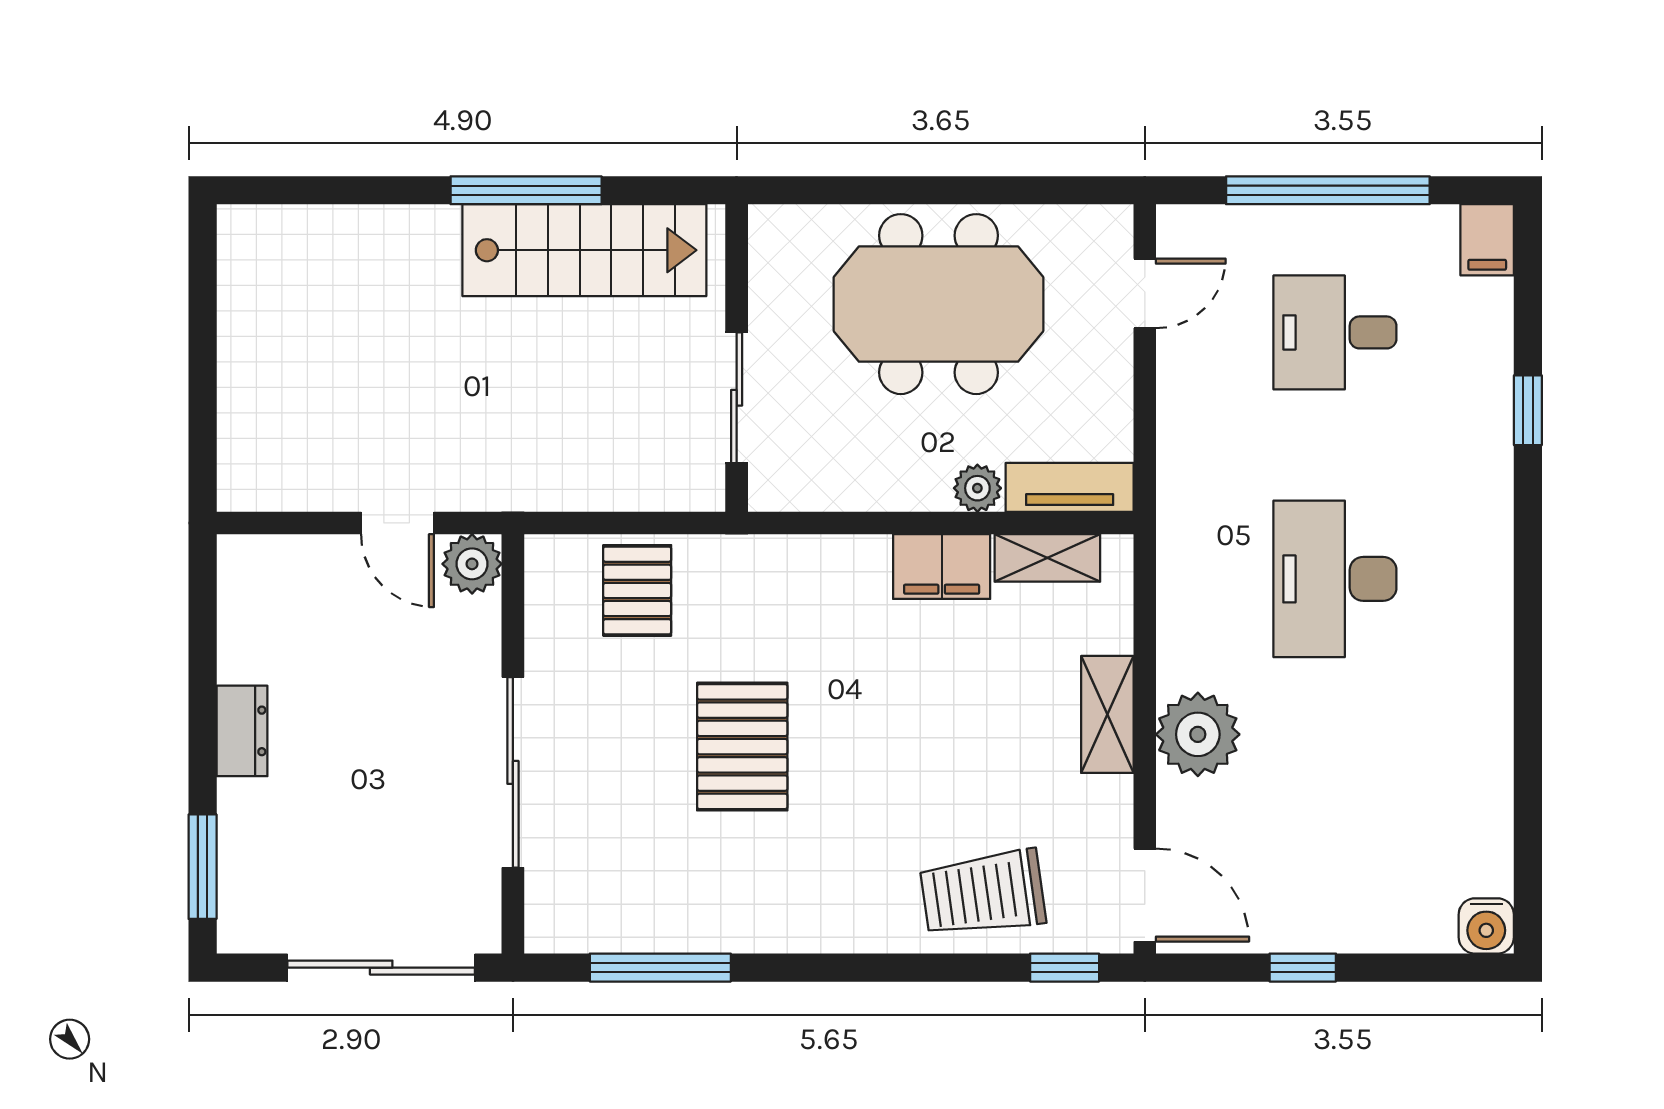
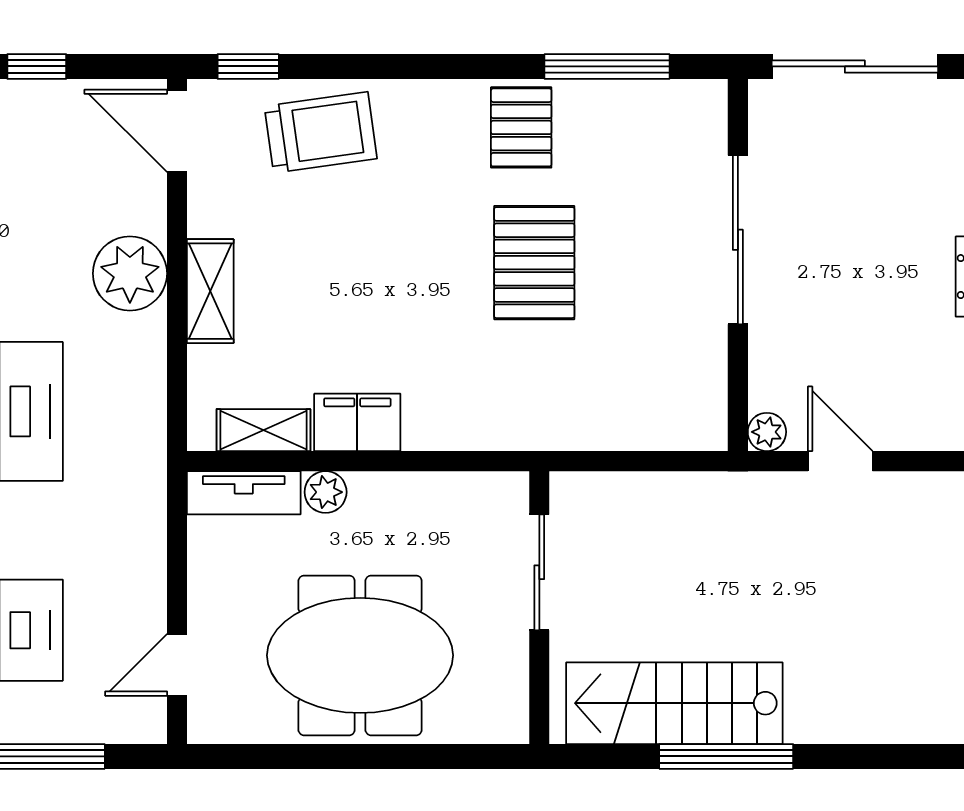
plant: (472, 564) -> (767, 432), width x0.73, depth x0.73
pallet: (637, 590) -> (521, 127), moved

